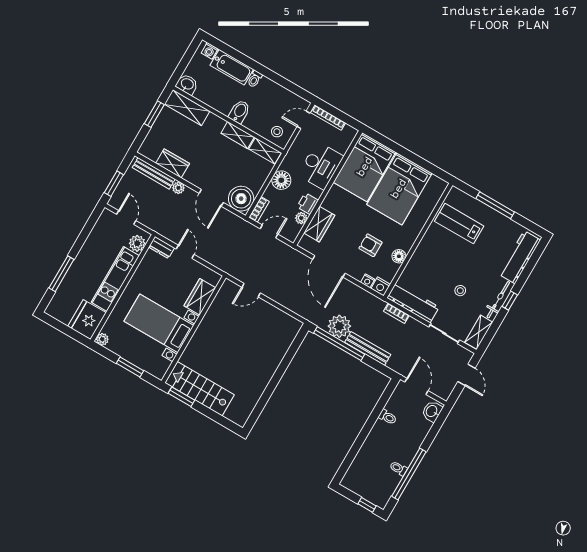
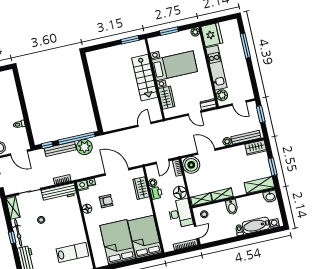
wardrobe: (173, 163) -> (256, 148), moved
desk: (321, 166) -> (180, 213), moved, turned 180
window: (378, 366) -> (47, 145), added
stairs: (200, 389) -> (145, 78), moved, turned 90

